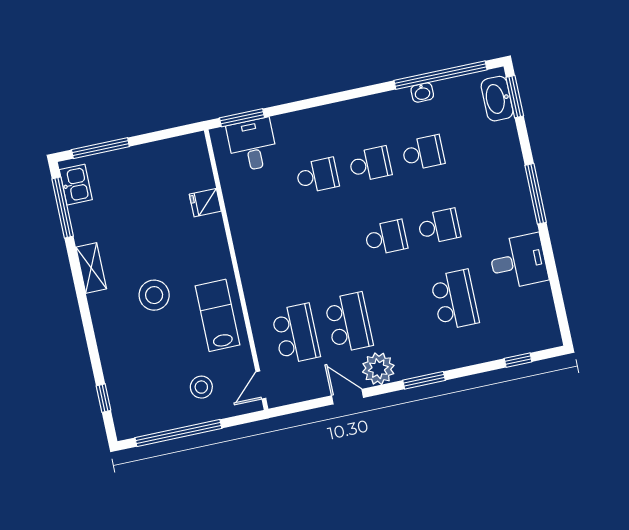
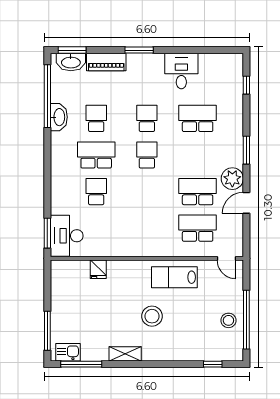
washbasin: (422, 93) -> (59, 117), width x1.91, depth x1.45
desk: (252, 145) -> (67, 236), width x1.37
piano: (508, 150) -> (106, 62), added
school desk: (370, 164) -> (96, 155), width x1.85
window: (536, 194) -> (139, 50), width x0.69
stool: (201, 387) -> (228, 320), moved

